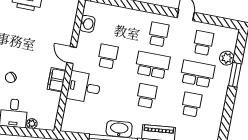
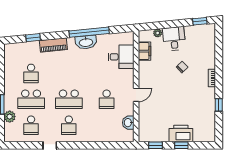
door: (72, 55) -> (136, 95), hinge flipped
filing cabinet: (57, 80) -> (144, 51), moved
desk: (84, 87) -> (121, 57), moved
school desk: (147, 96) -> (69, 73), removed

